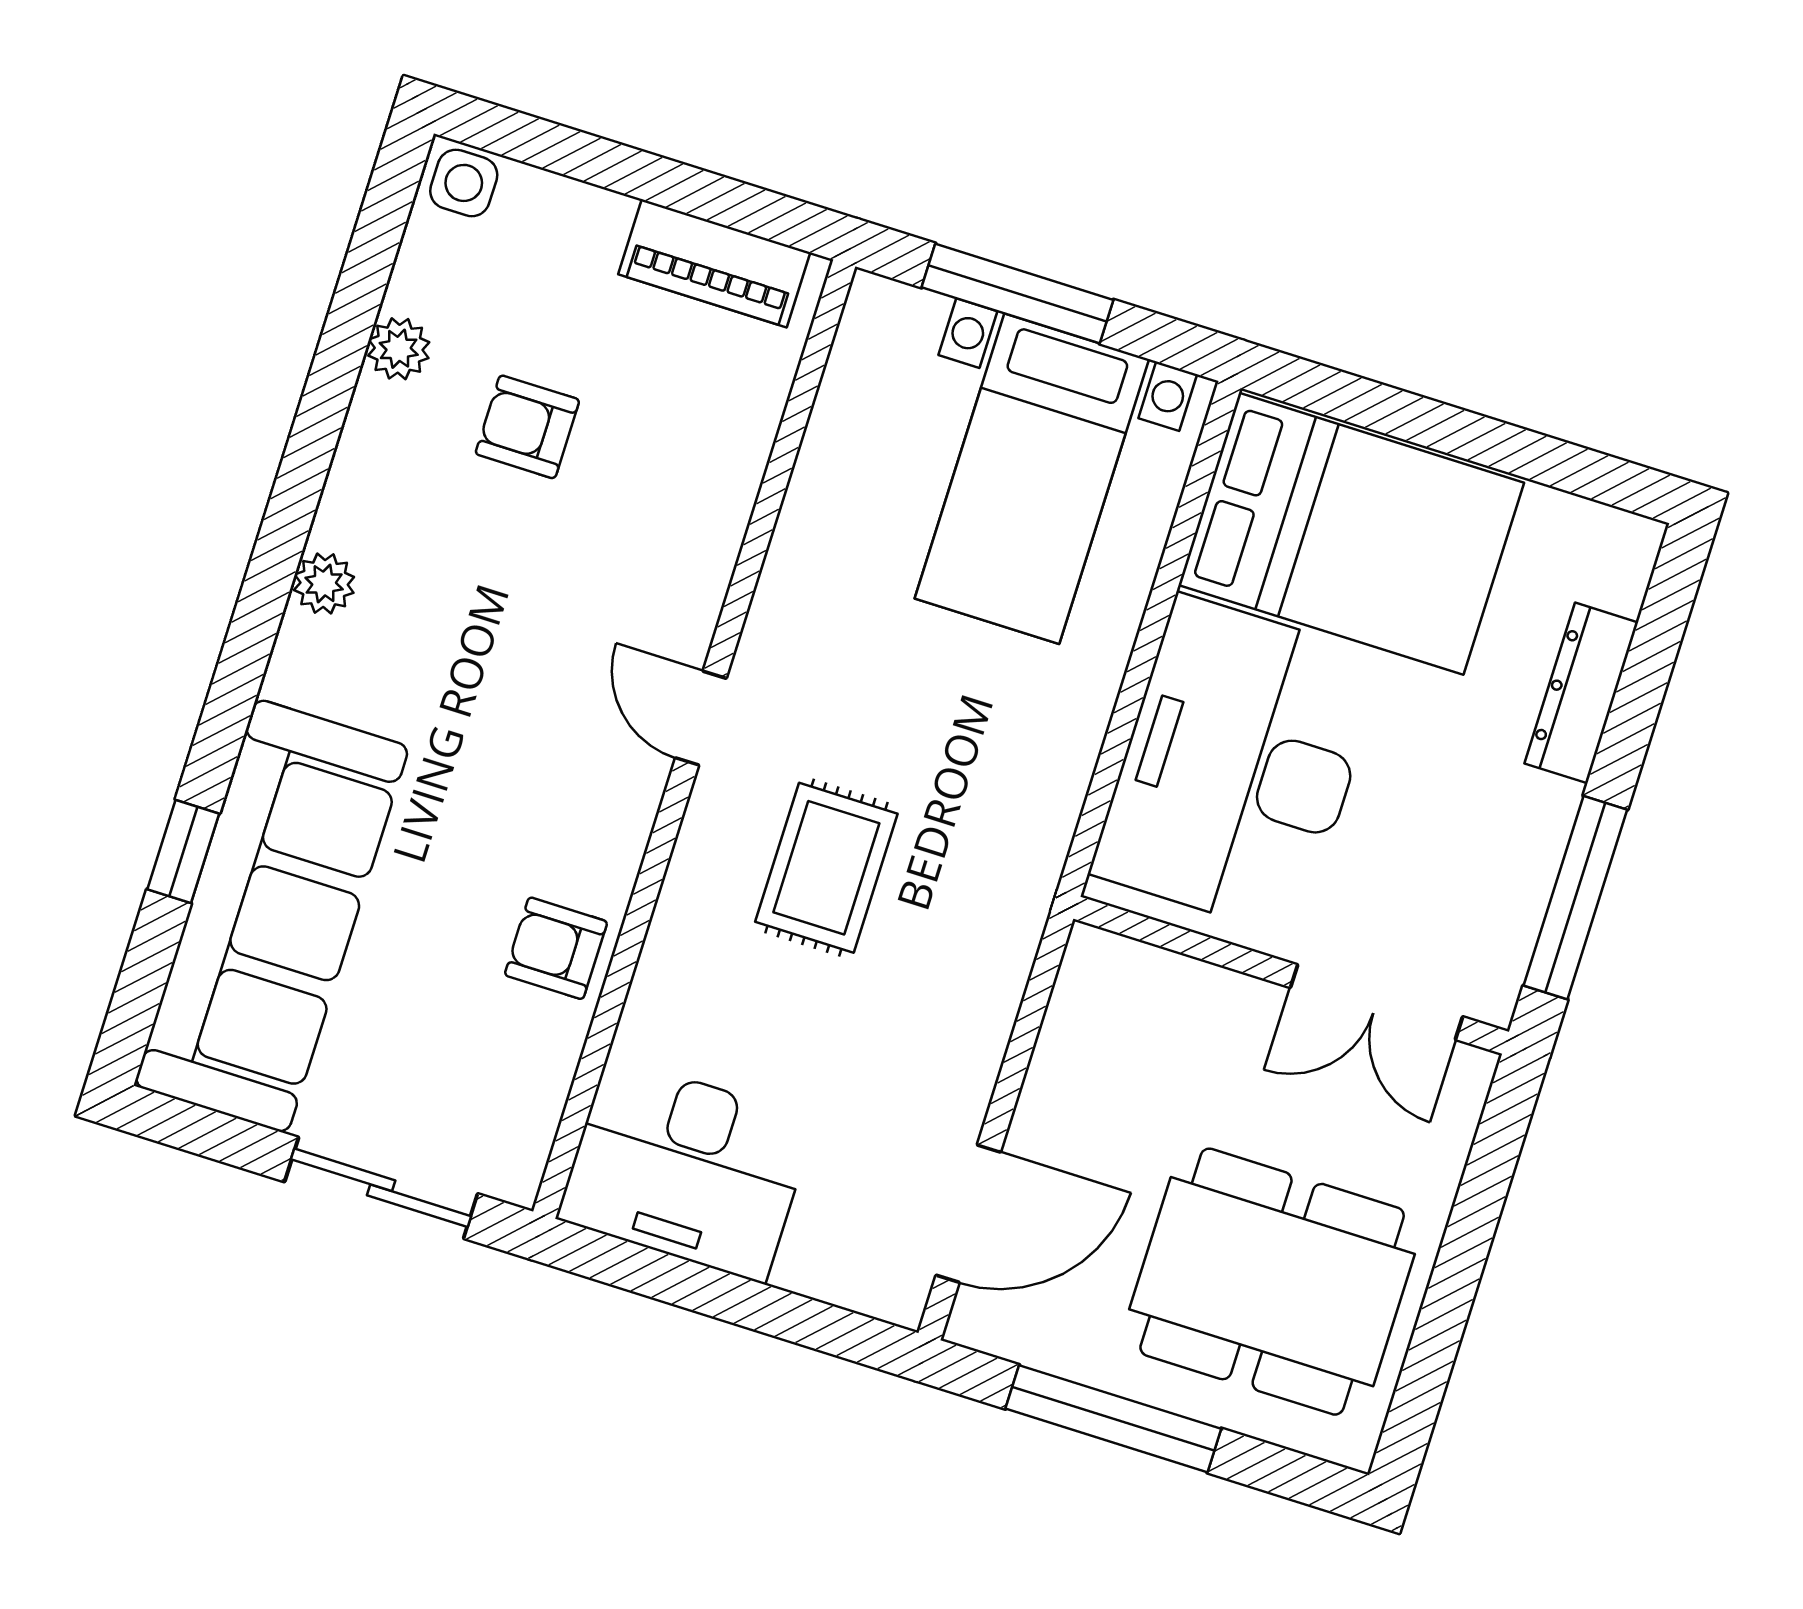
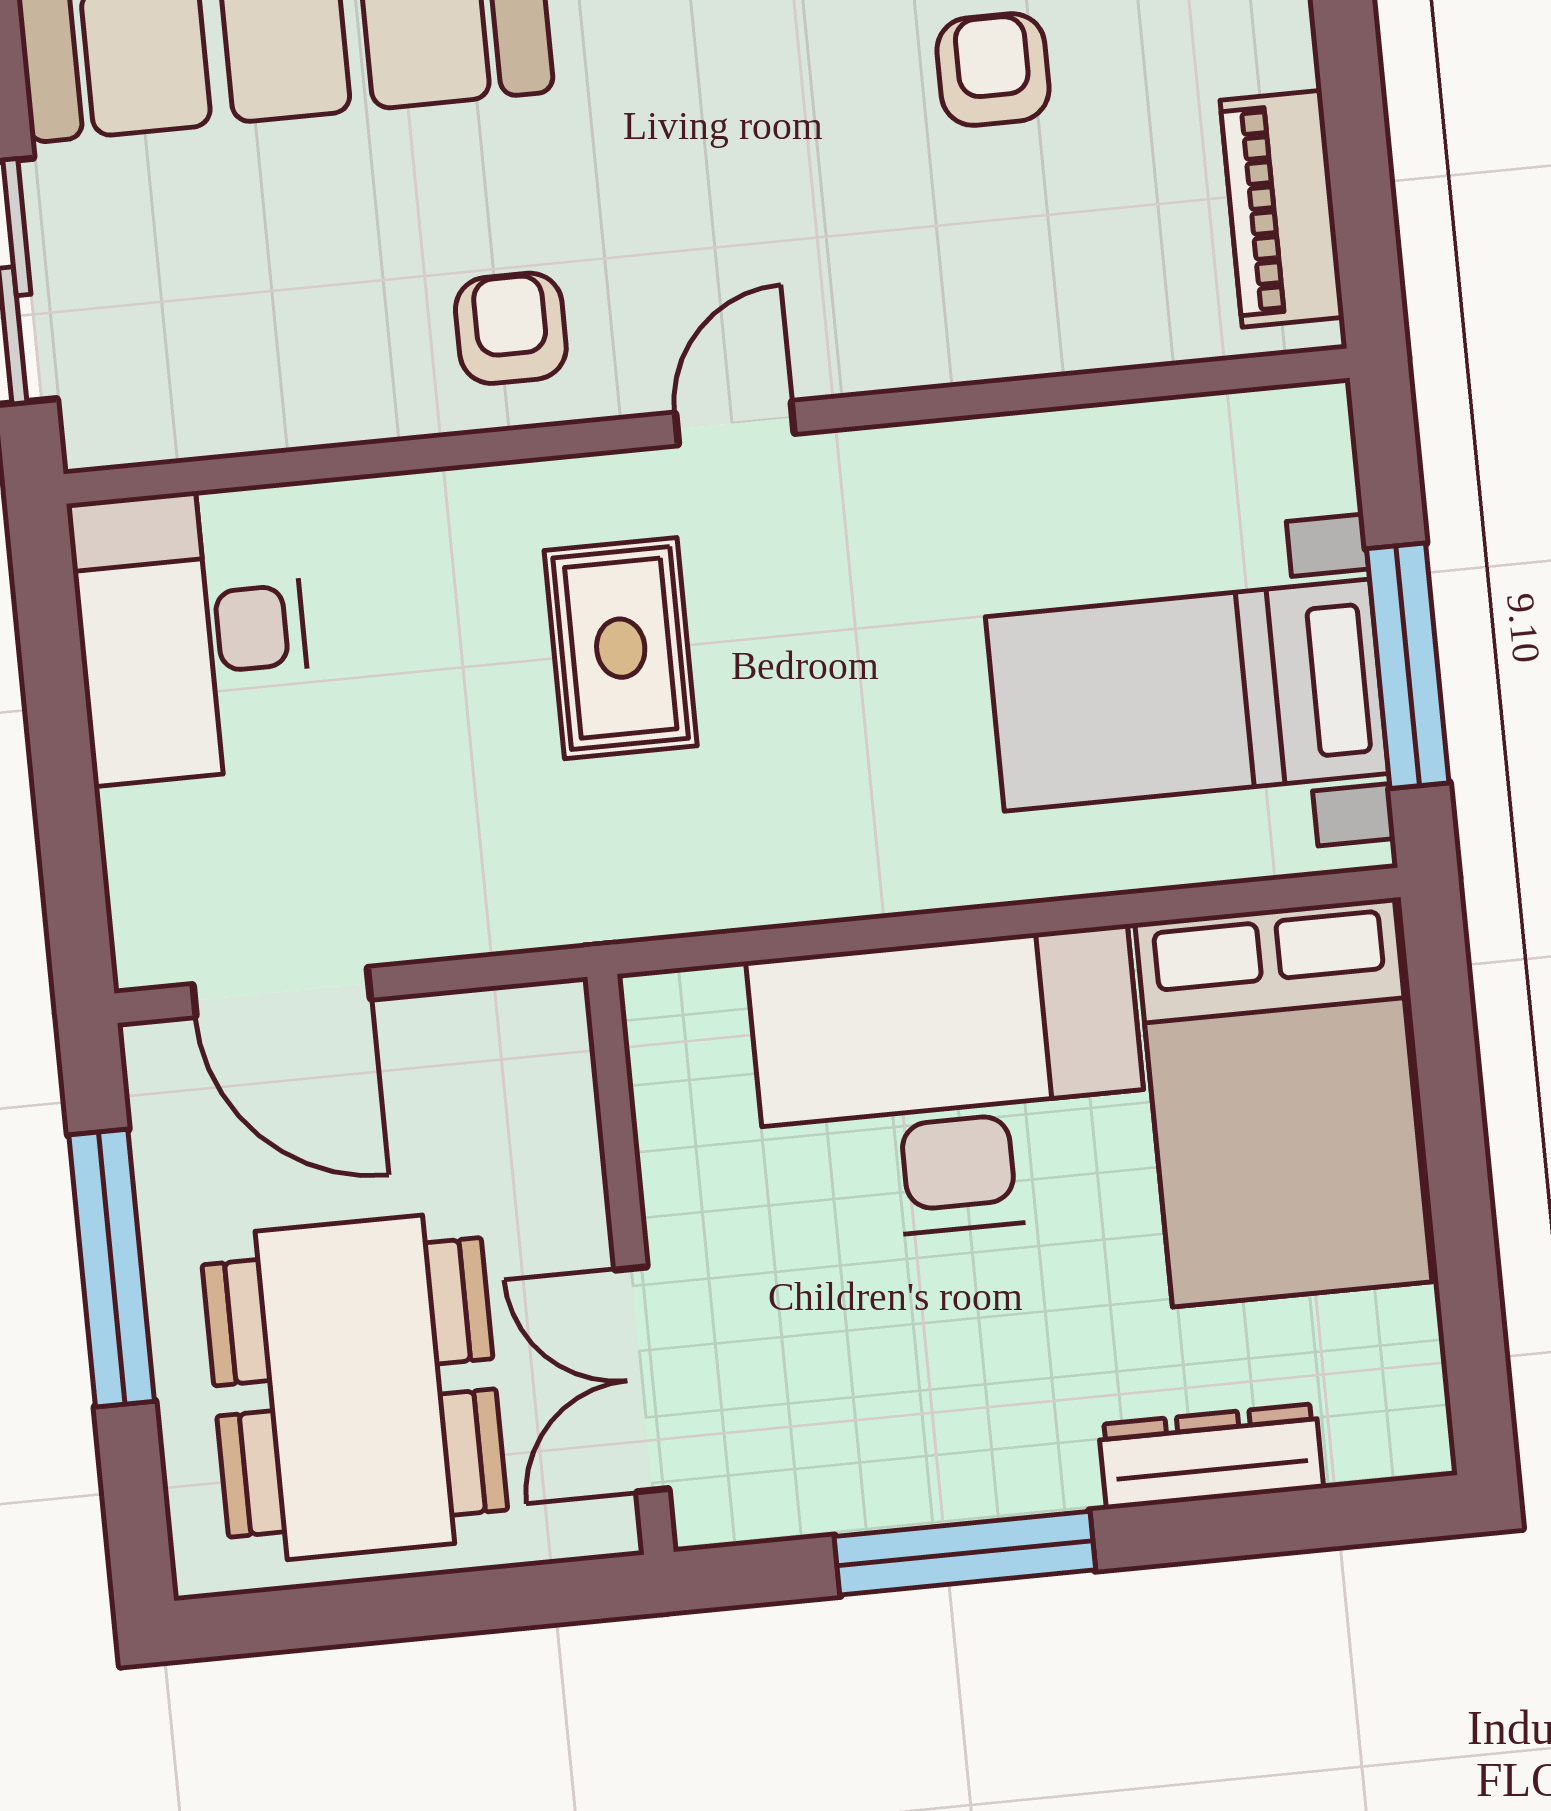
window: (1018, 294) -> (1408, 666), moved
rug: (826, 868) -> (621, 648), turned 90
armchair: (556, 948) -> (511, 328), moved
wall: (1291, 975) -> (631, 1264), moved
double door: (1376, 1002) -> (642, 1379), moved

